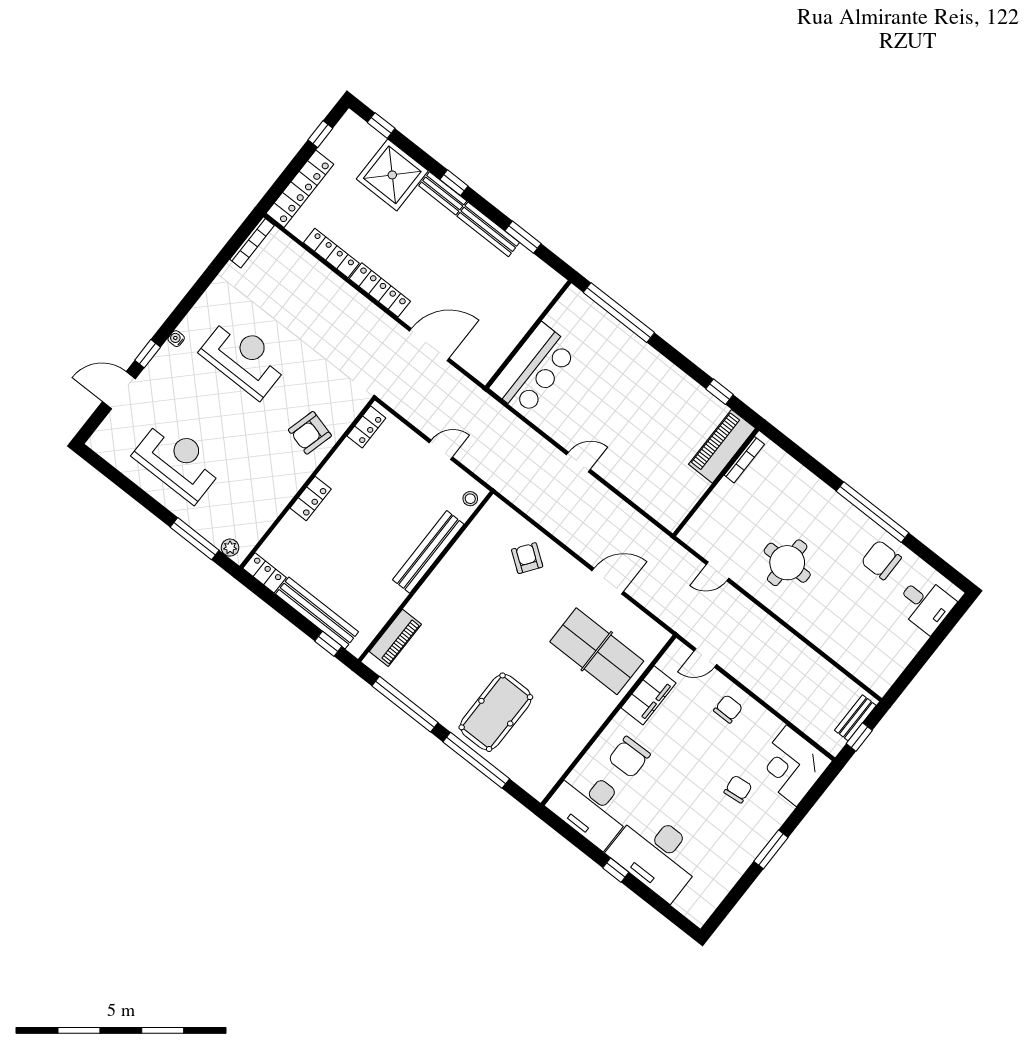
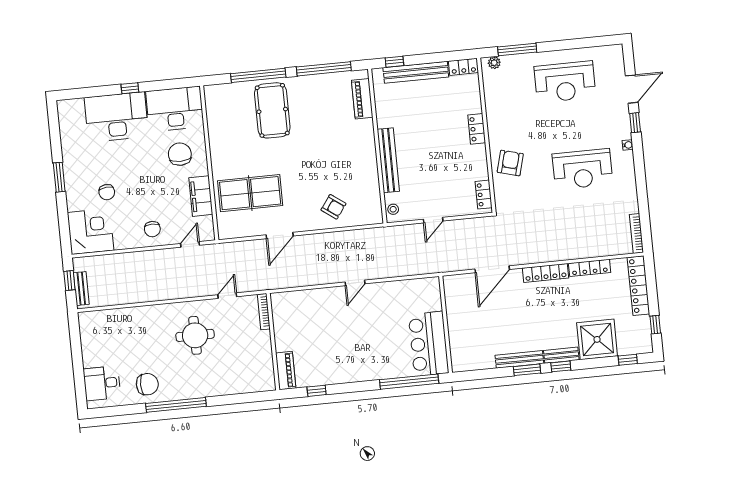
window: (523, 237) -> (527, 370), moved
bar counter: (534, 369) -> (429, 344), moved
piano: (722, 446) -> (286, 371), width x0.73, depth x0.75
bookcase: (744, 460) -> (264, 312), moved

